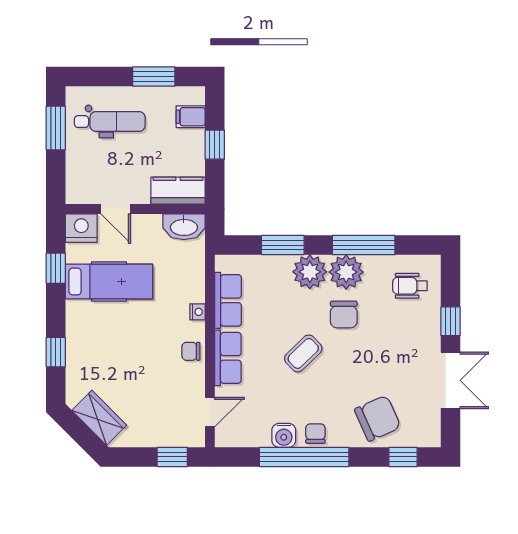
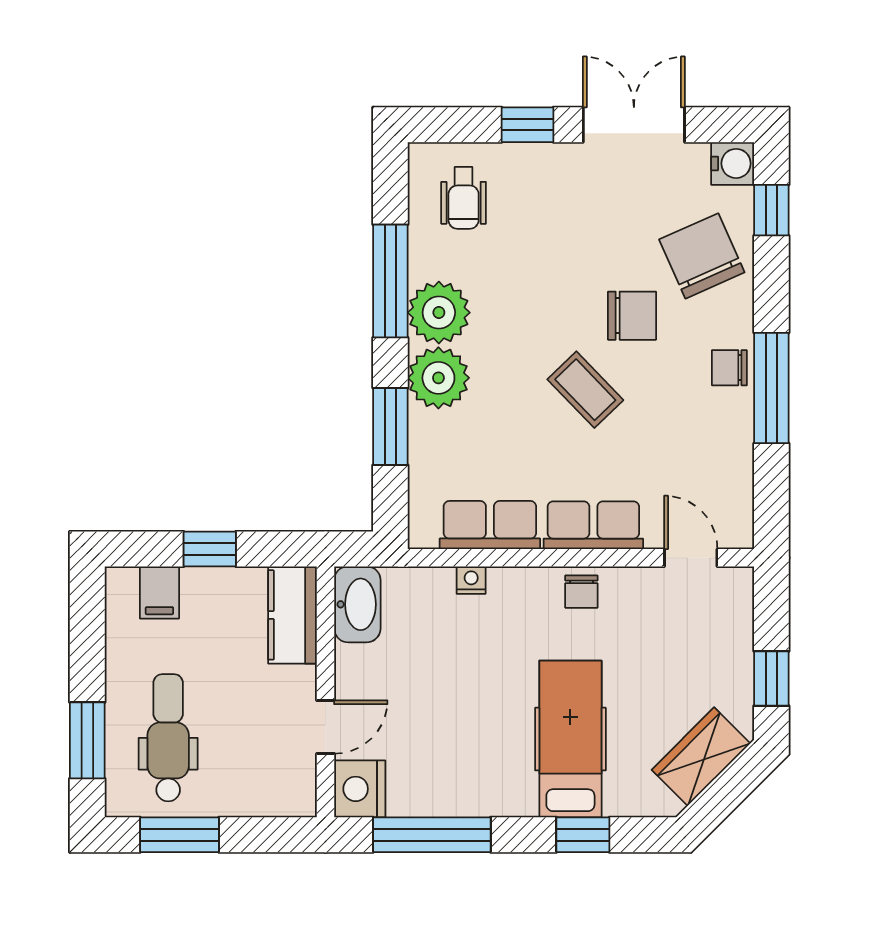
window: (154, 77) -> (87, 740), moved
window: (56, 268) -> (432, 835), width x2.17
hospital bed: (109, 282) -> (570, 739), moved
nightstand: (197, 312) -> (471, 580), moved
chair: (344, 314) -> (632, 316), moved
water cooler: (284, 435) -> (733, 163), moved
window: (172, 457) -> (771, 679), moved
window: (304, 457) -> (771, 388), width x0.68

